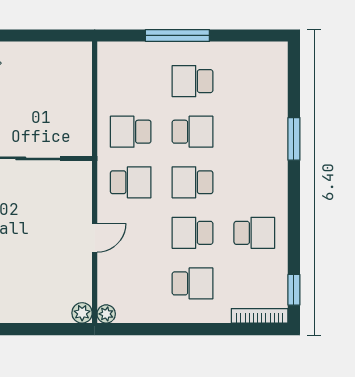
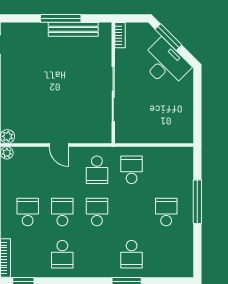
school desk: (192, 132) -> (132, 254), moved
school desk: (192, 283) -> (28, 212), turned 180

